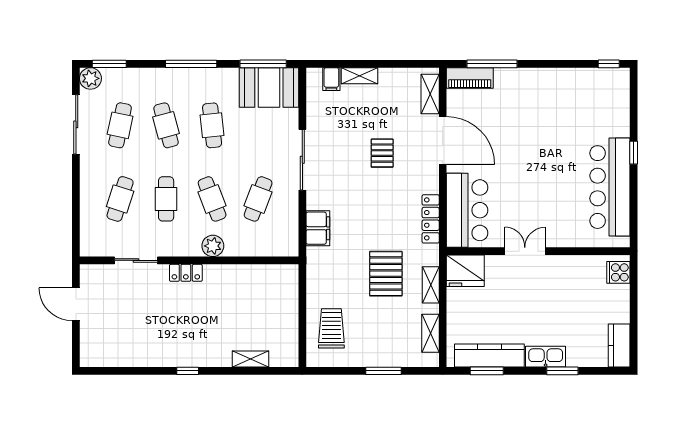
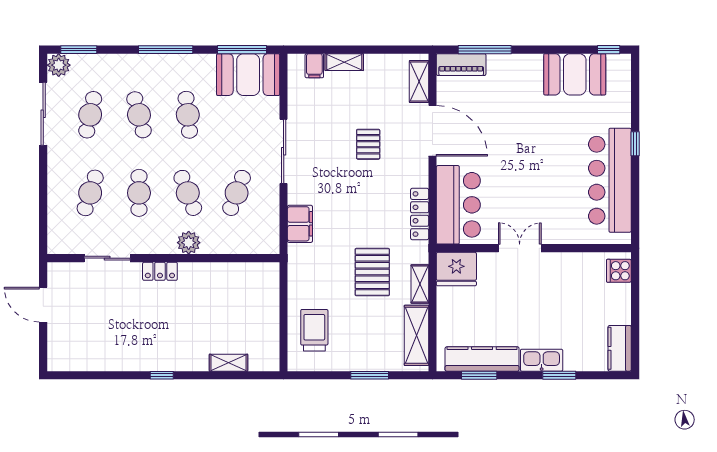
booth: (577, 87) -> (575, 74), added
shelving: (430, 333) -> (416, 335), width x1.50, depth x1.33

